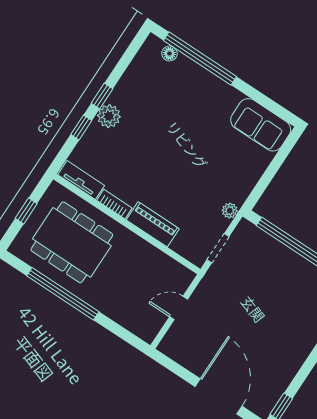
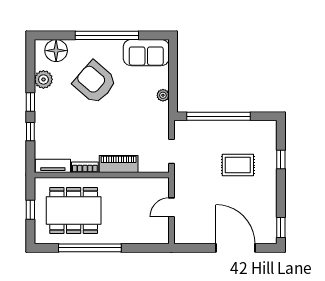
floor lamp: (169, 54) -> (56, 51), width x1.89, depth x1.89
window: (200, 58) -> (107, 35), moved
plant: (109, 116) -> (43, 79), moved
armchair: (185, 120) -> (95, 82), added
plant: (230, 211) -> (163, 95), moved
rug: (279, 309) -> (238, 165), added

